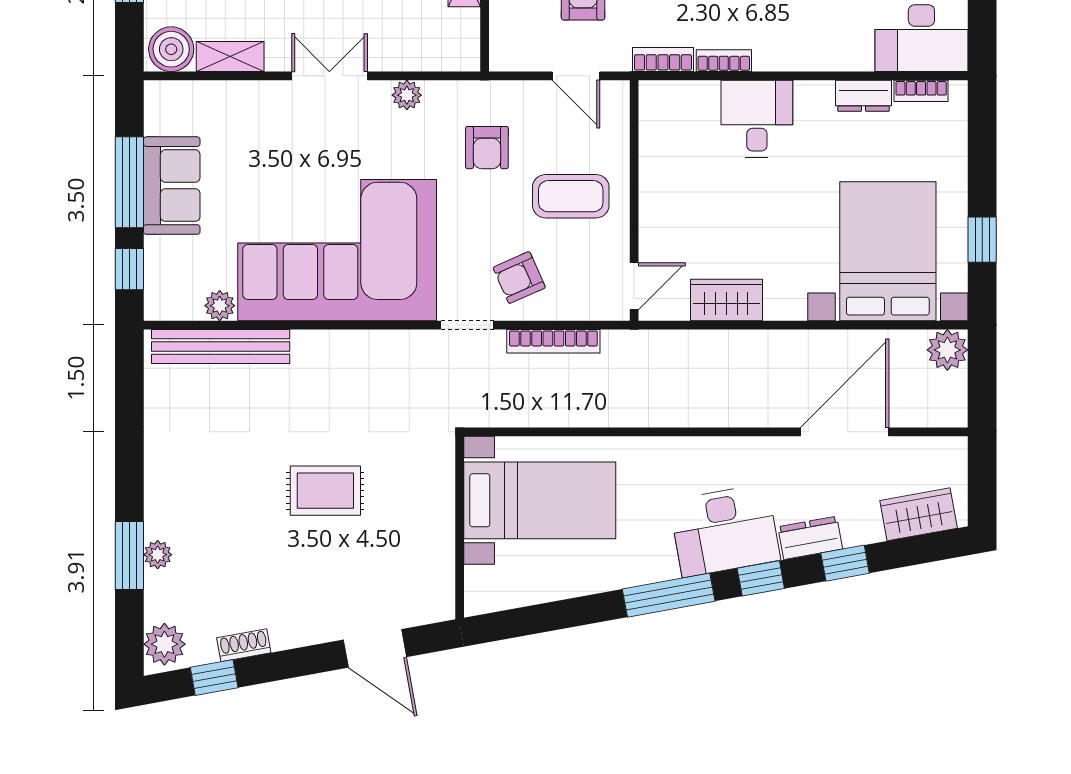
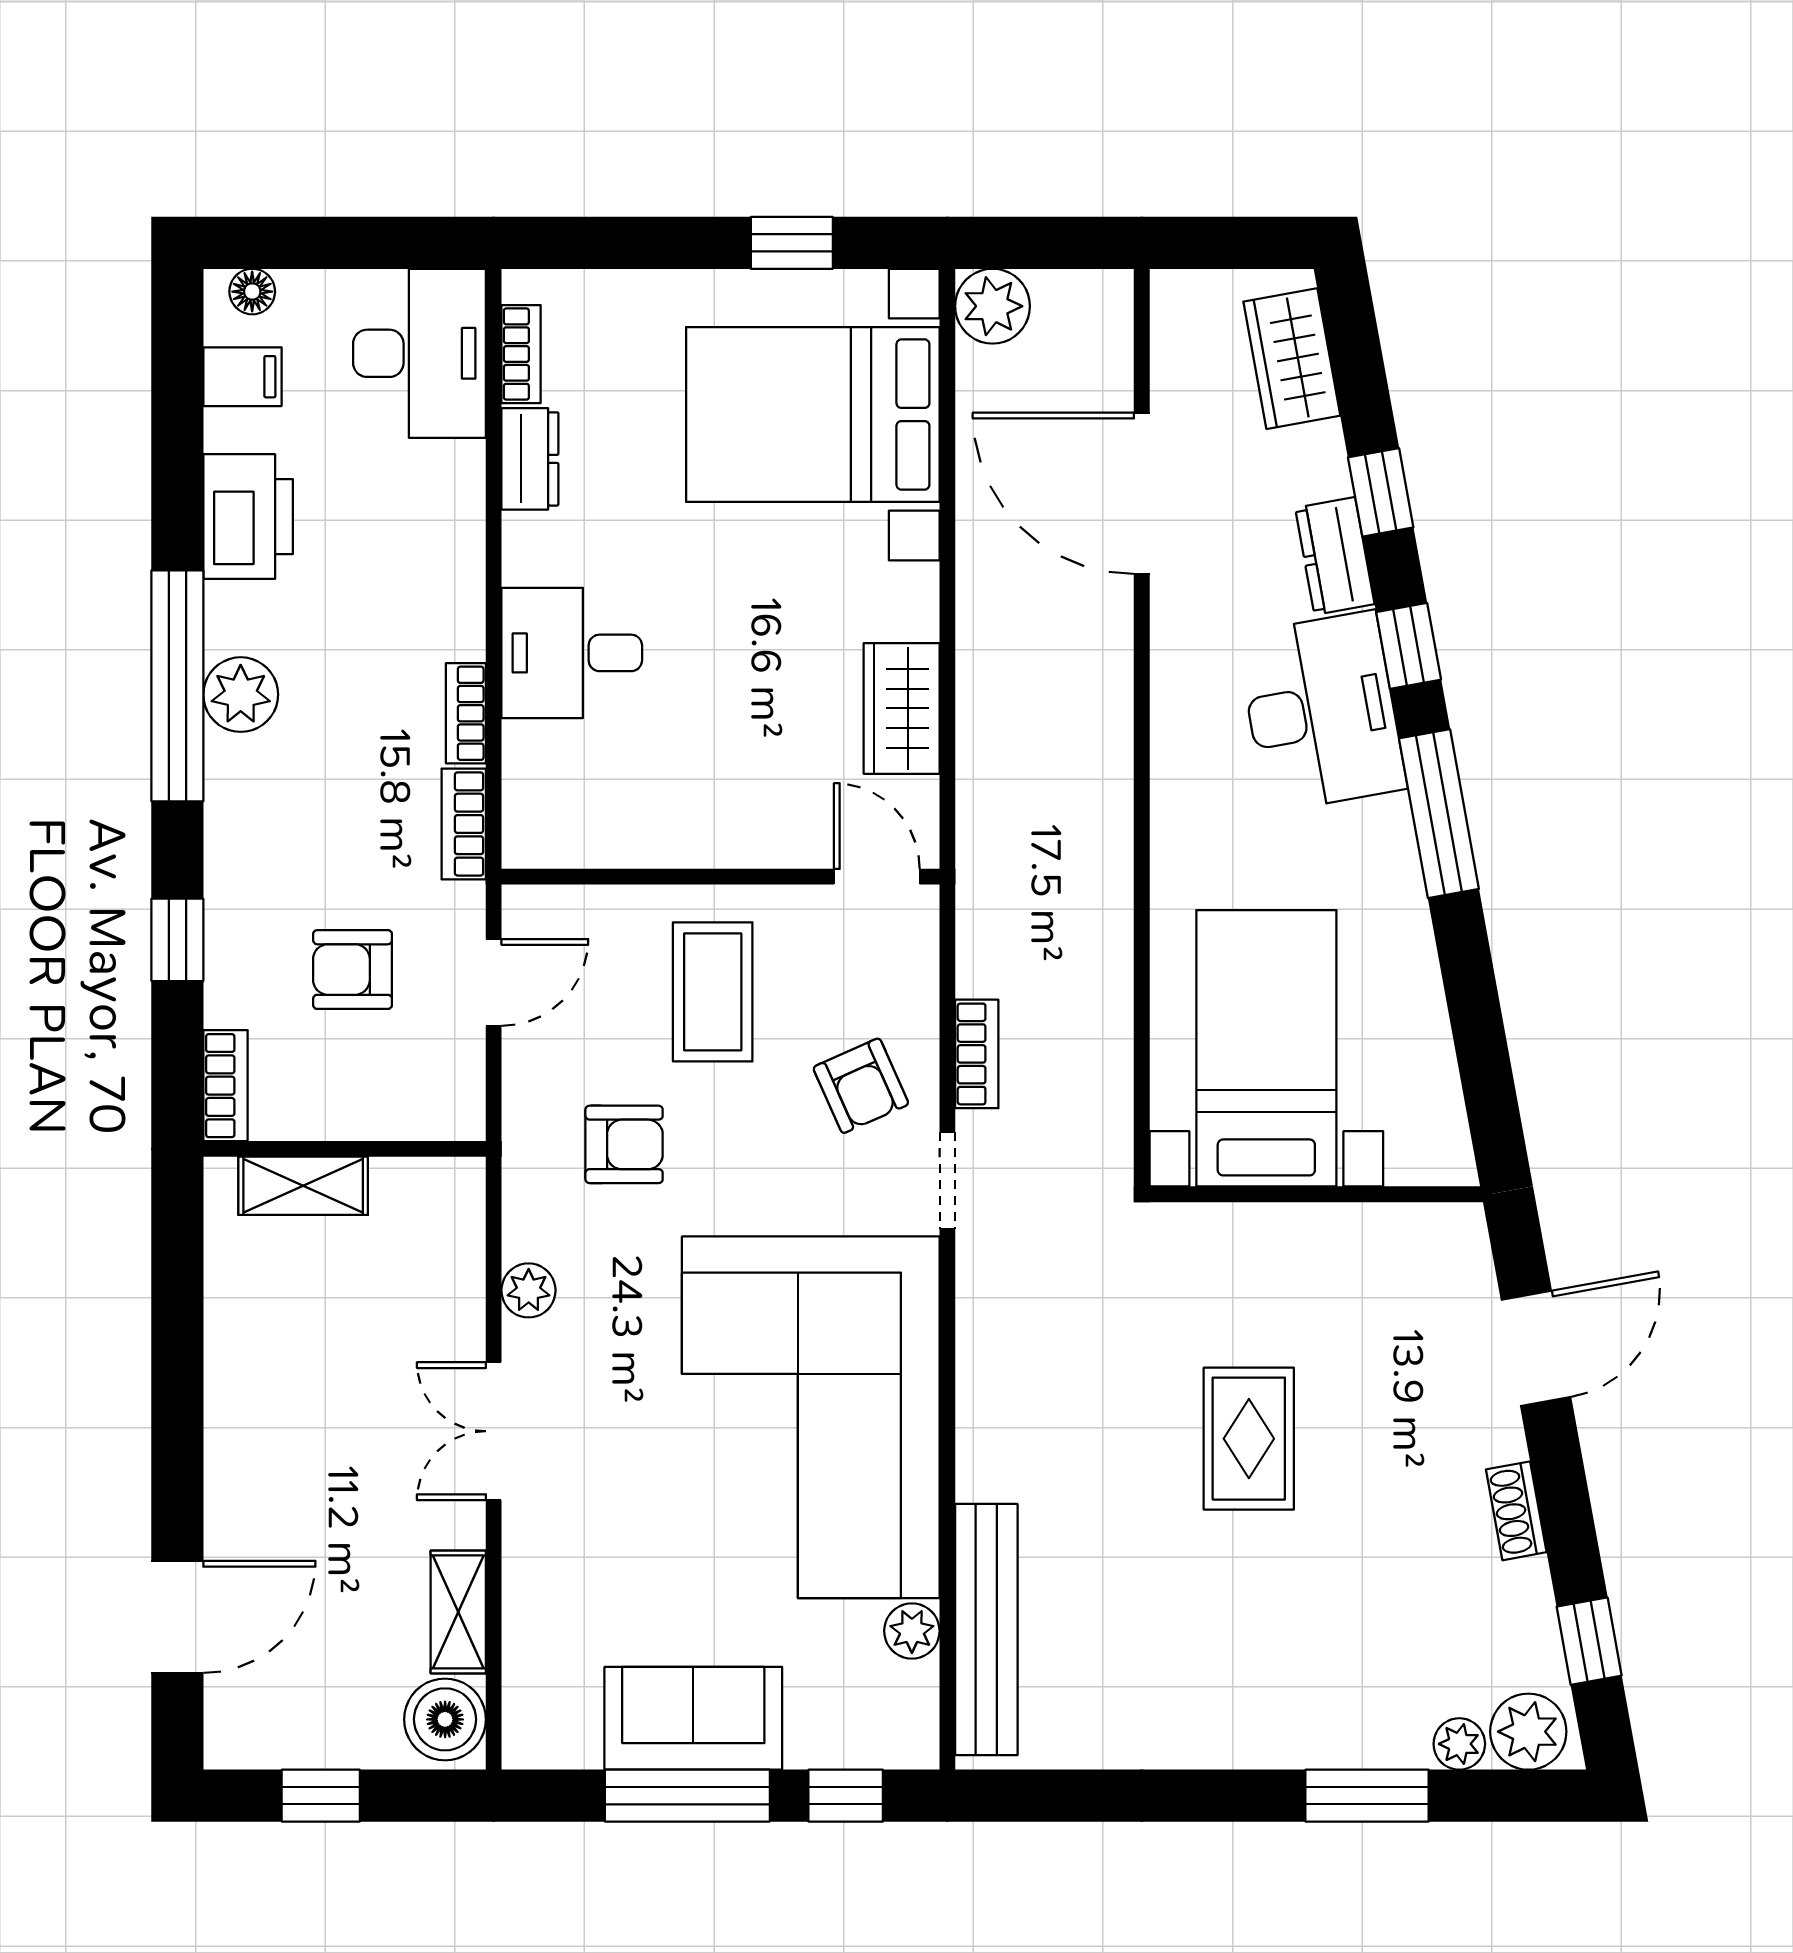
bookcase: (553, 341) -> (977, 1054), width x0.64
plant: (158, 555) -> (1459, 1744), moved
shoe rack: (244, 645) -> (1516, 1511), moved

